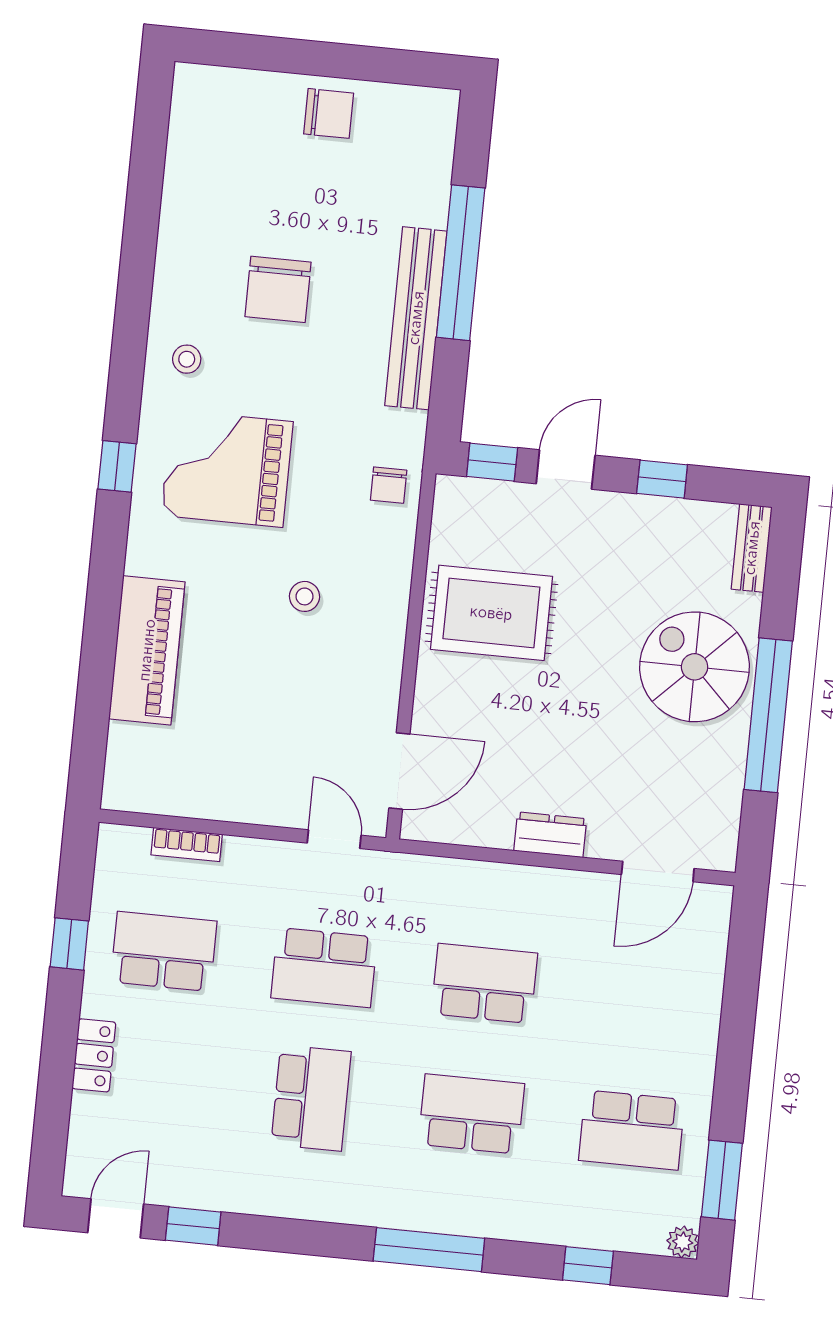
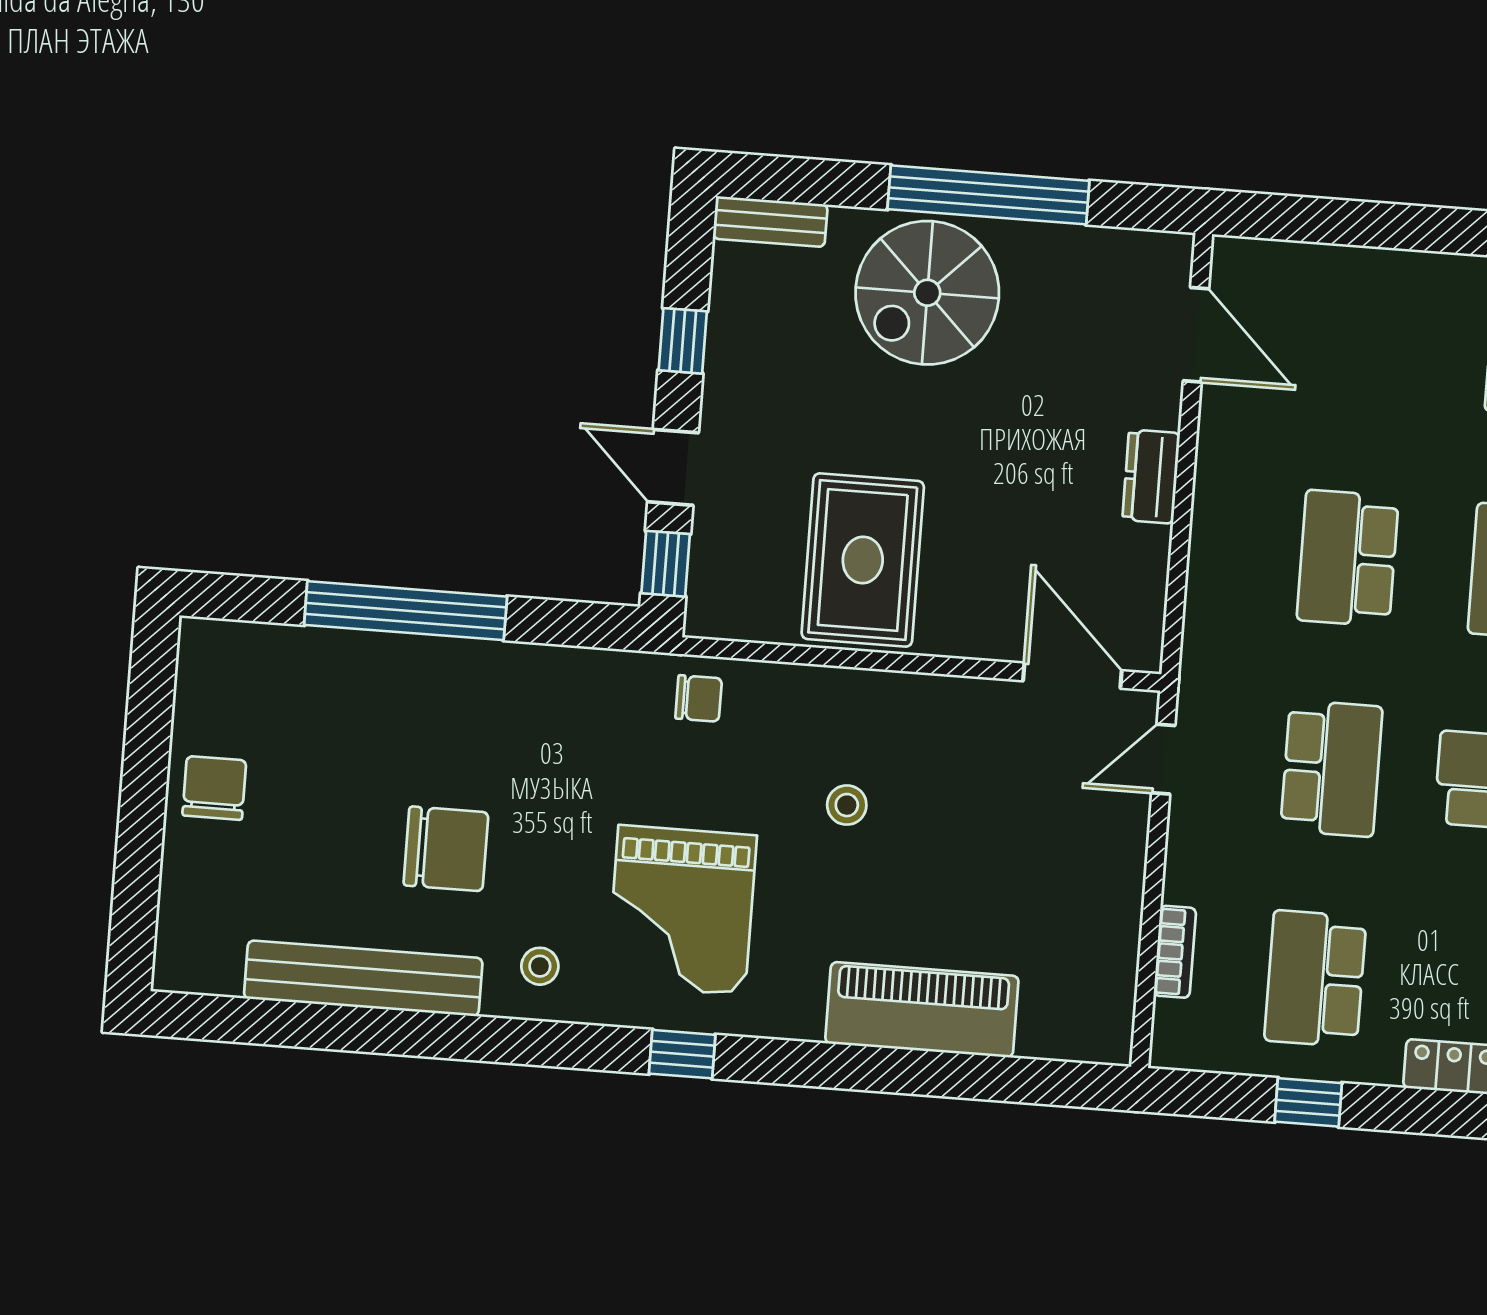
bench: (416, 318) -> (363, 978), moved

